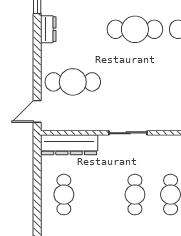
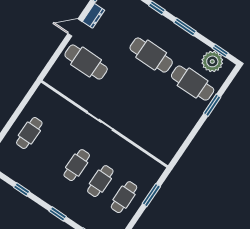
door: (37, 111) -> (75, 28), moved
dresser: (69, 145) -> (55, 102), removed

